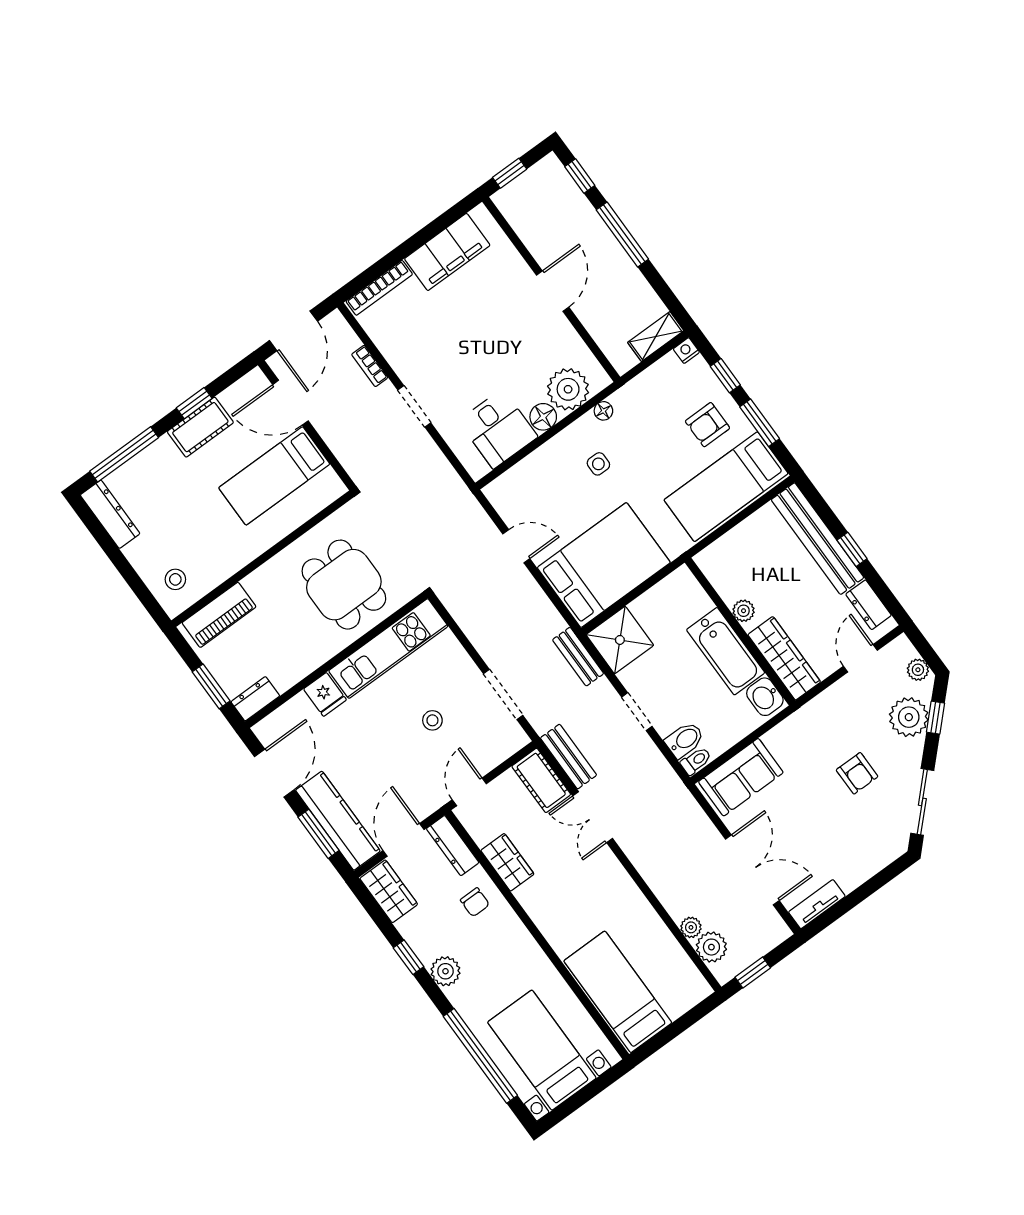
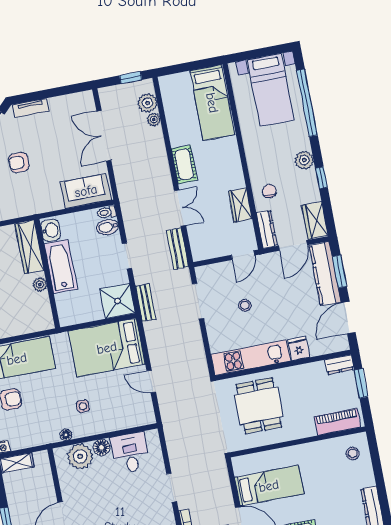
armchair: (857, 773) -> (19, 162), turned -90
cot: (541, 780) -> (184, 164), moved
tv unit: (817, 904) -> (31, 108), moved

